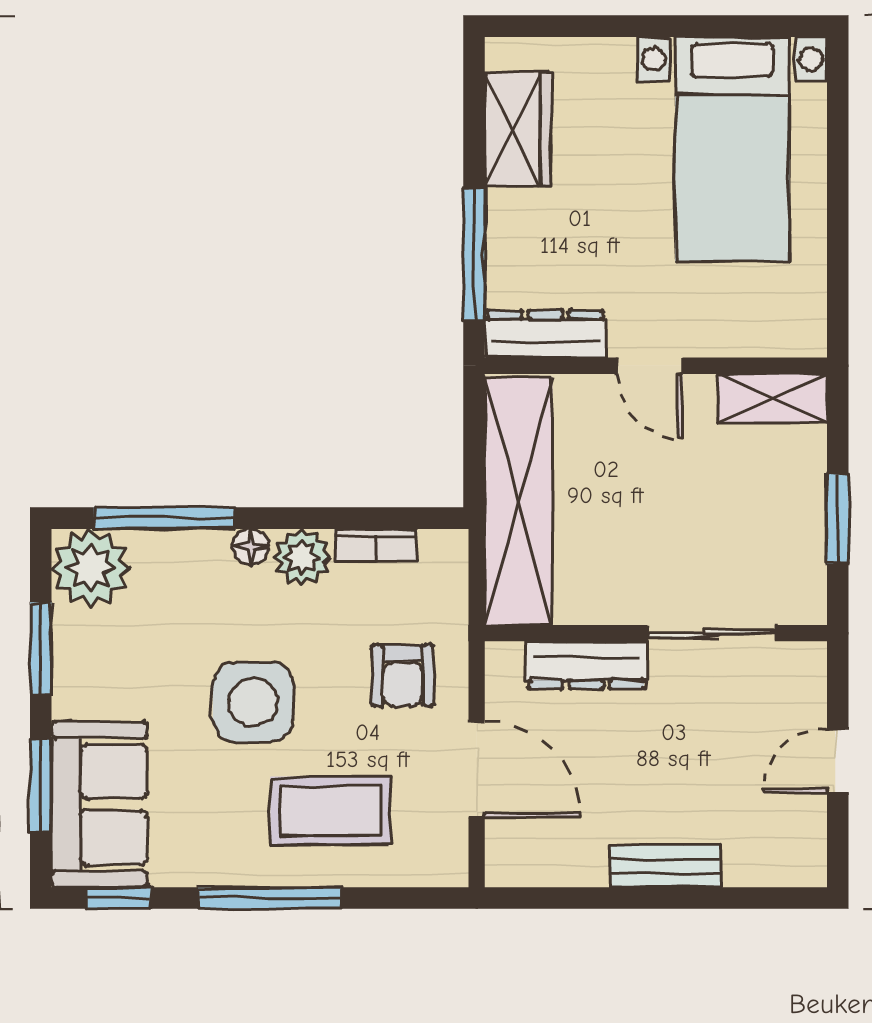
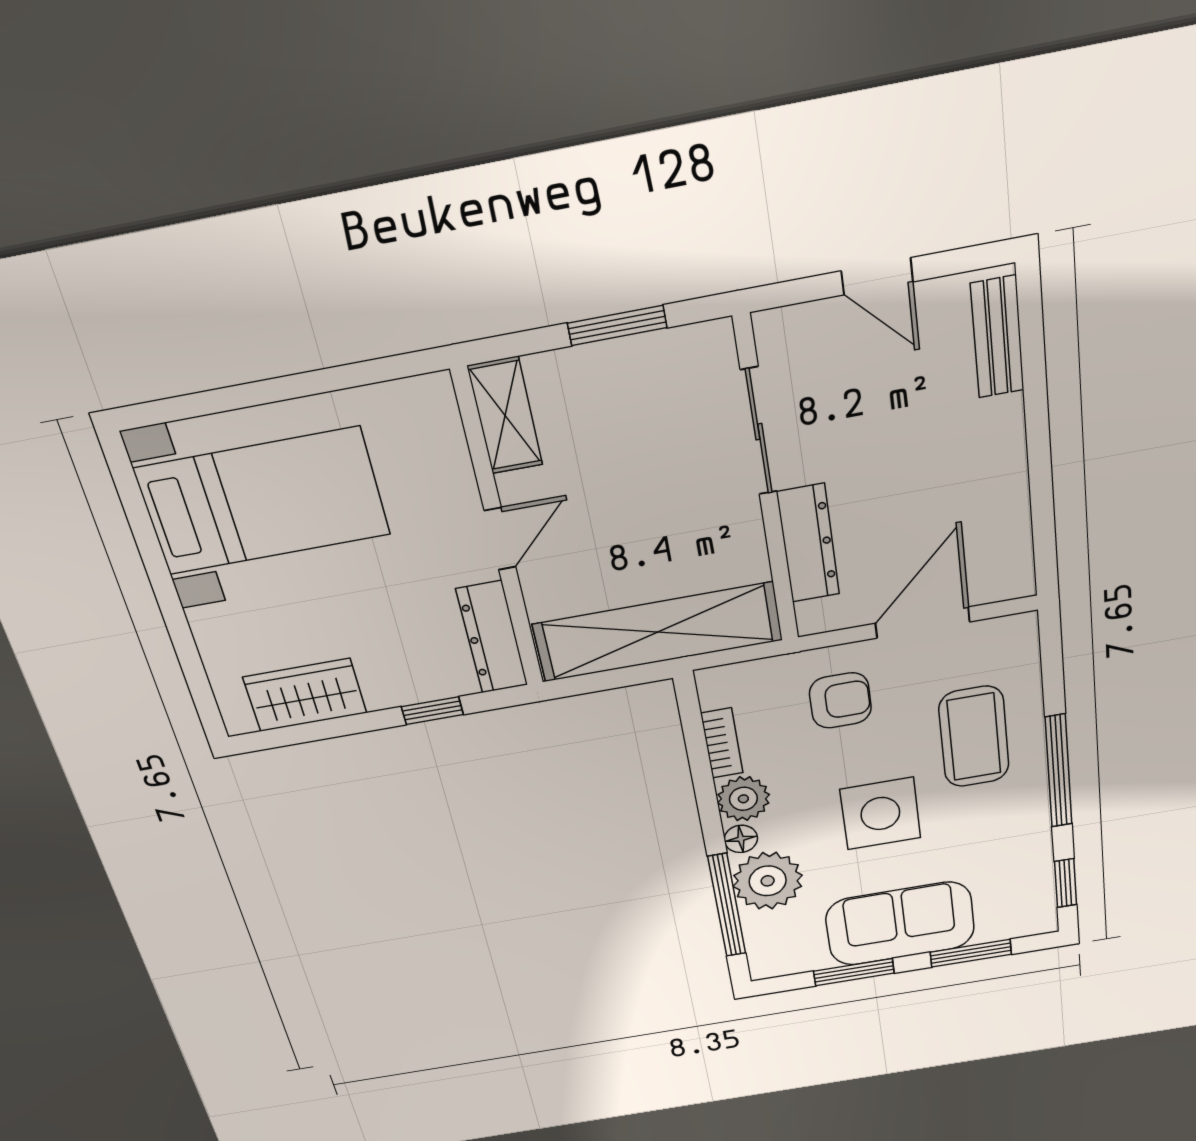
window: (474, 254) -> (432, 711), width x0.46
plant: (91, 568) -> (768, 881), moved
sofa: (99, 804) -> (900, 924), moved
bench: (665, 866) -> (997, 337), moved

